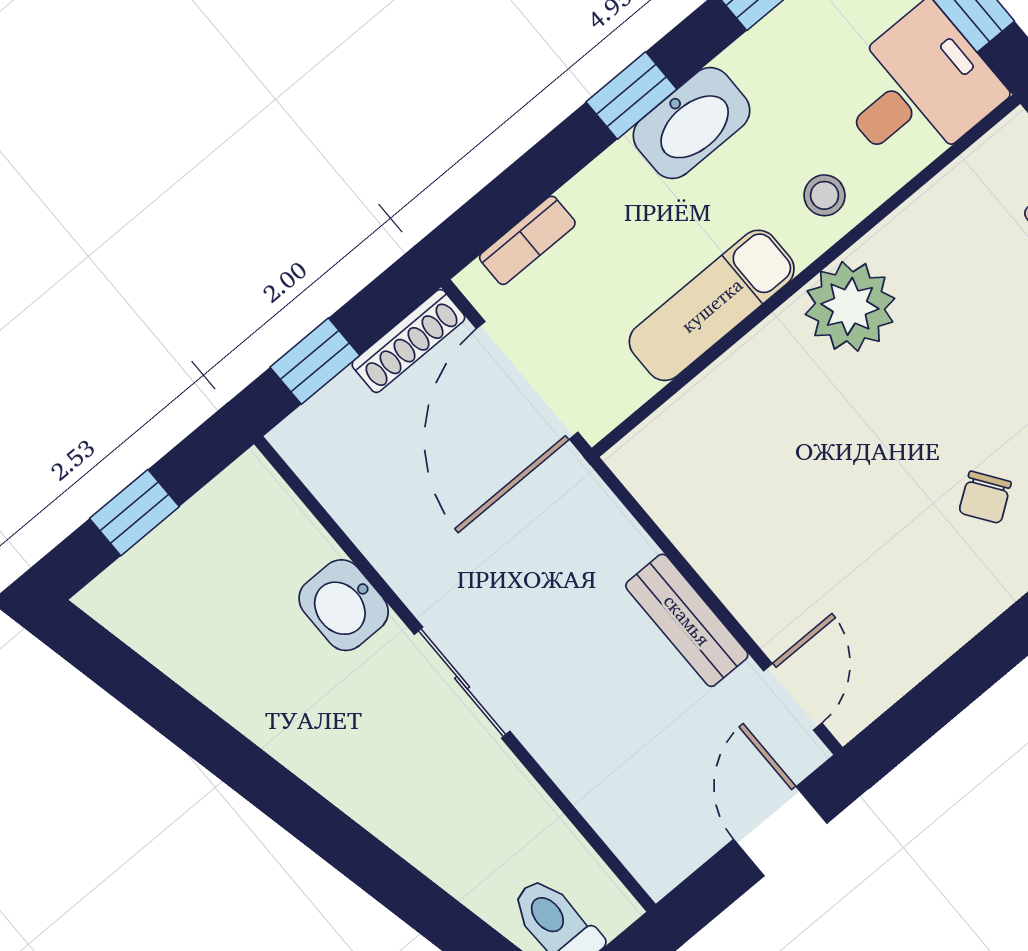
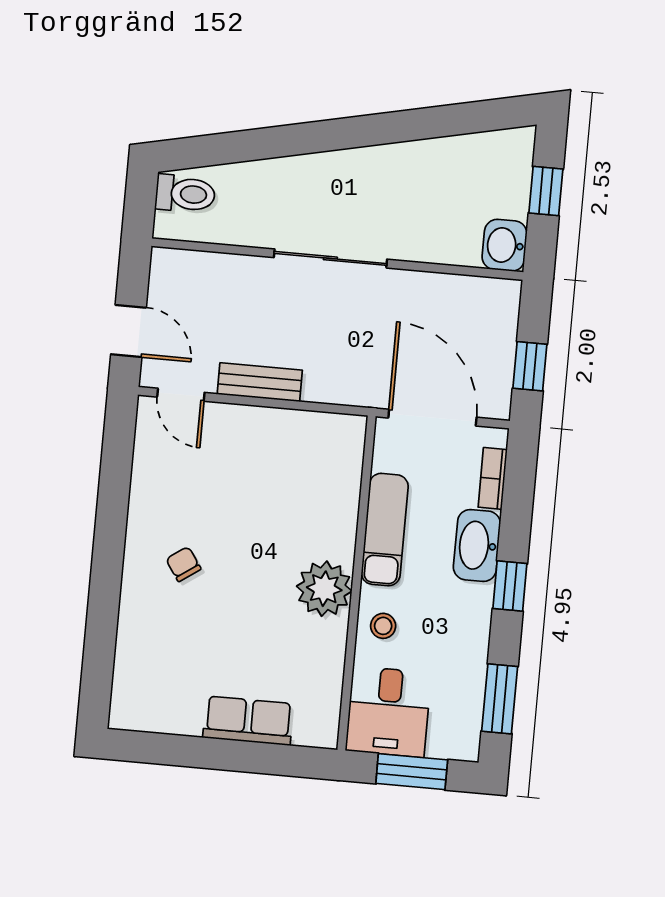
washbasin: (691, 123) -> (477, 545), moved
shoe rack: (408, 341) -> (501, 383), removed
window: (315, 361) -> (530, 366), moved
washbasin: (344, 605) -> (505, 245), moved, turned -90
sliding door: (462, 683) -> (330, 258), width x1.37

